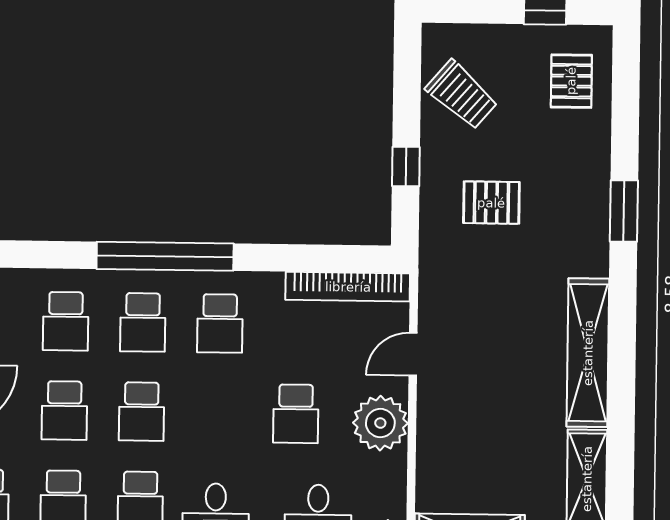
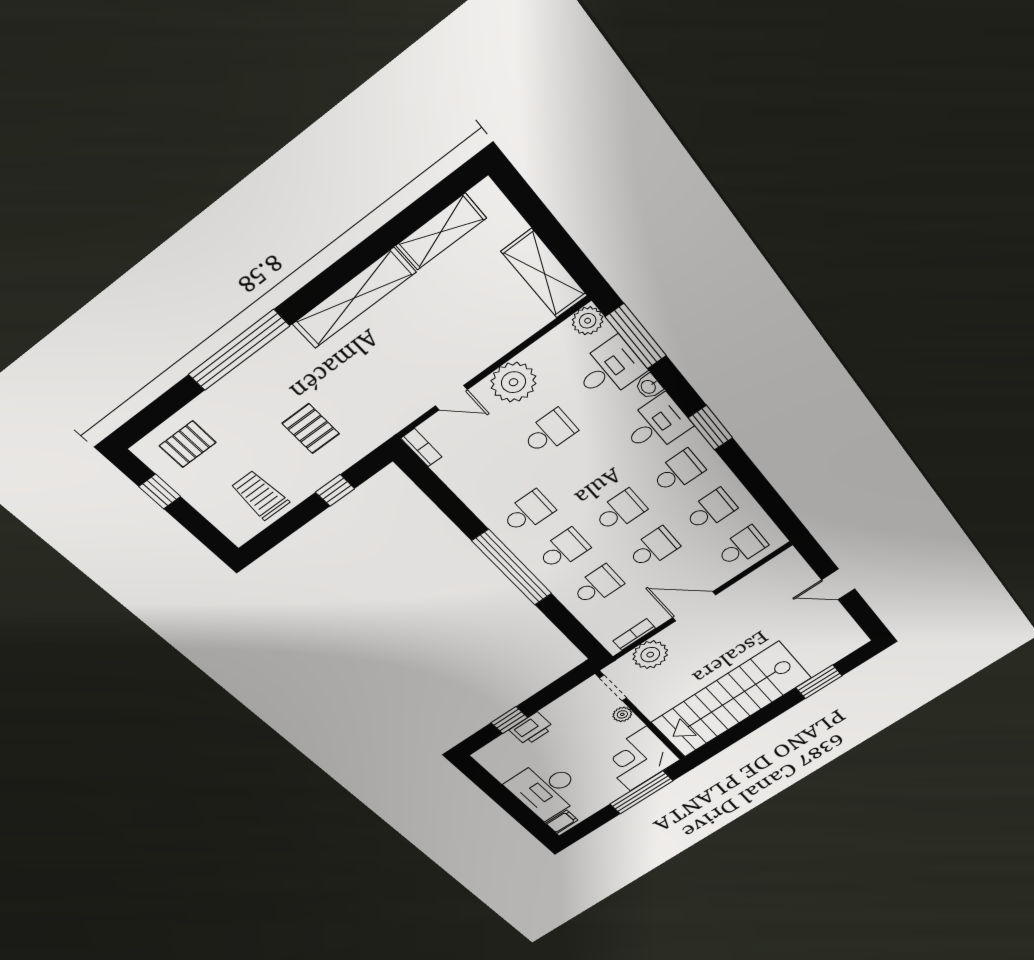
trolley: (462, 95) -> (260, 495), turned -41
window: (624, 211) -> (239, 350), width x2.11
bookcase: (348, 287) -> (421, 448), width x0.43, depth x0.76

